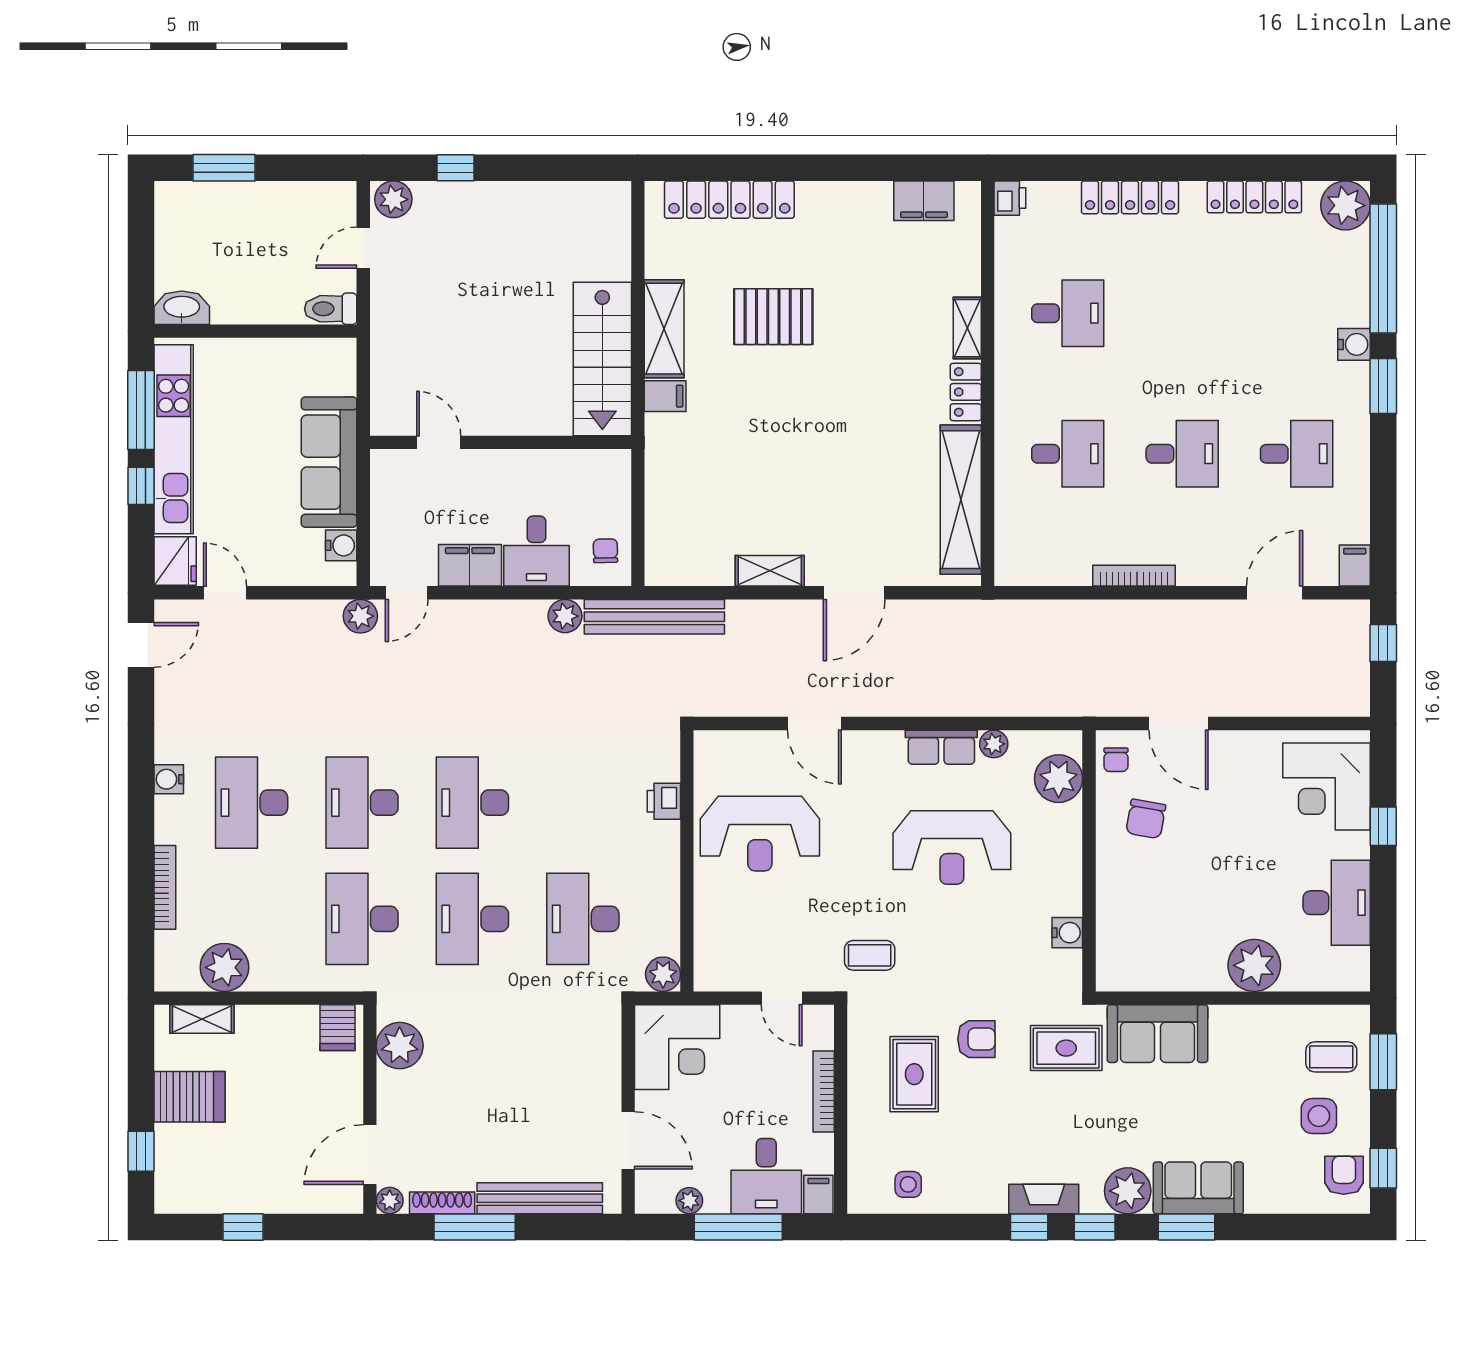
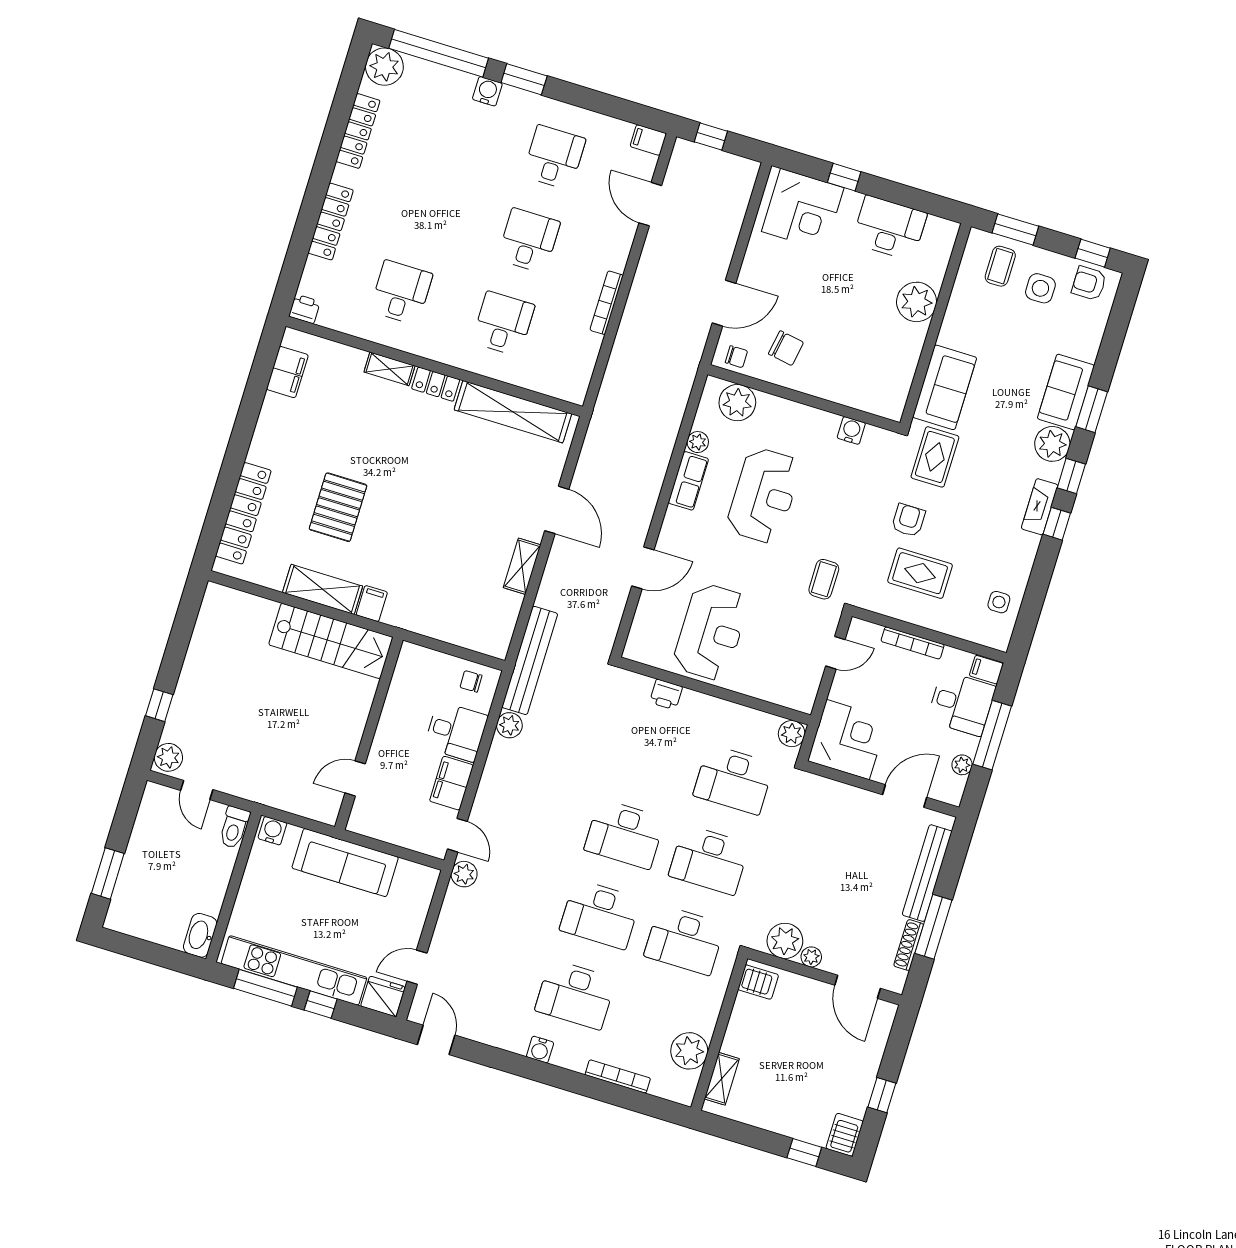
water cooler: (341, 545) -> (272, 831), moved
server rack: (190, 1097) -> (845, 1135), moved, width x0.73, depth x0.70
plant: (390, 1201) -> (811, 957), moved

